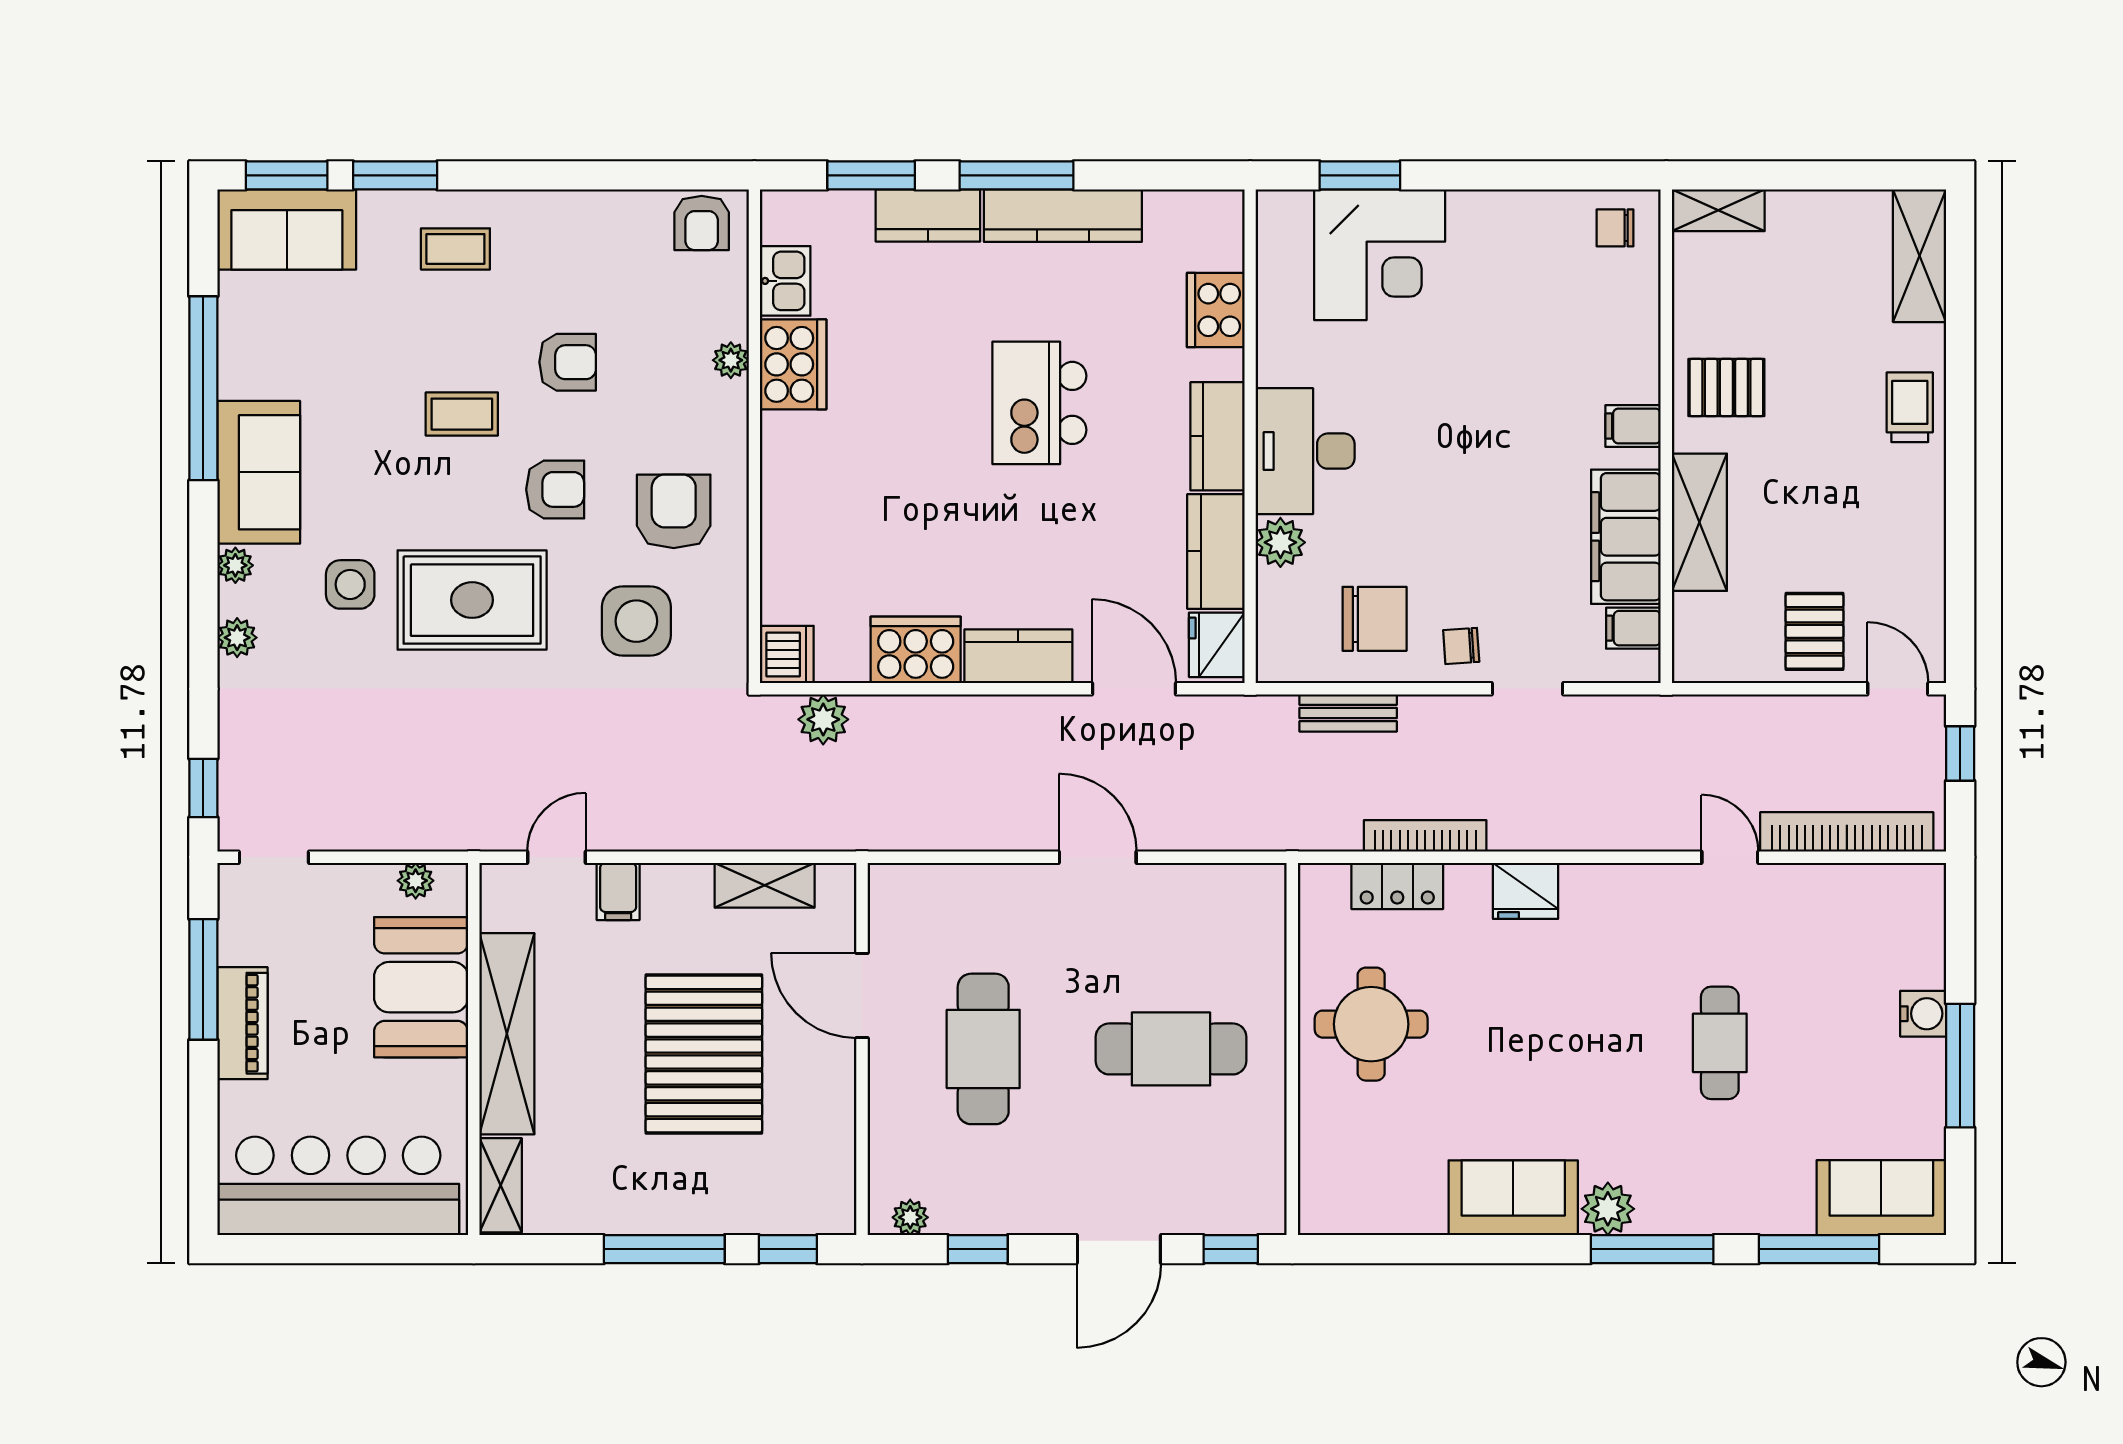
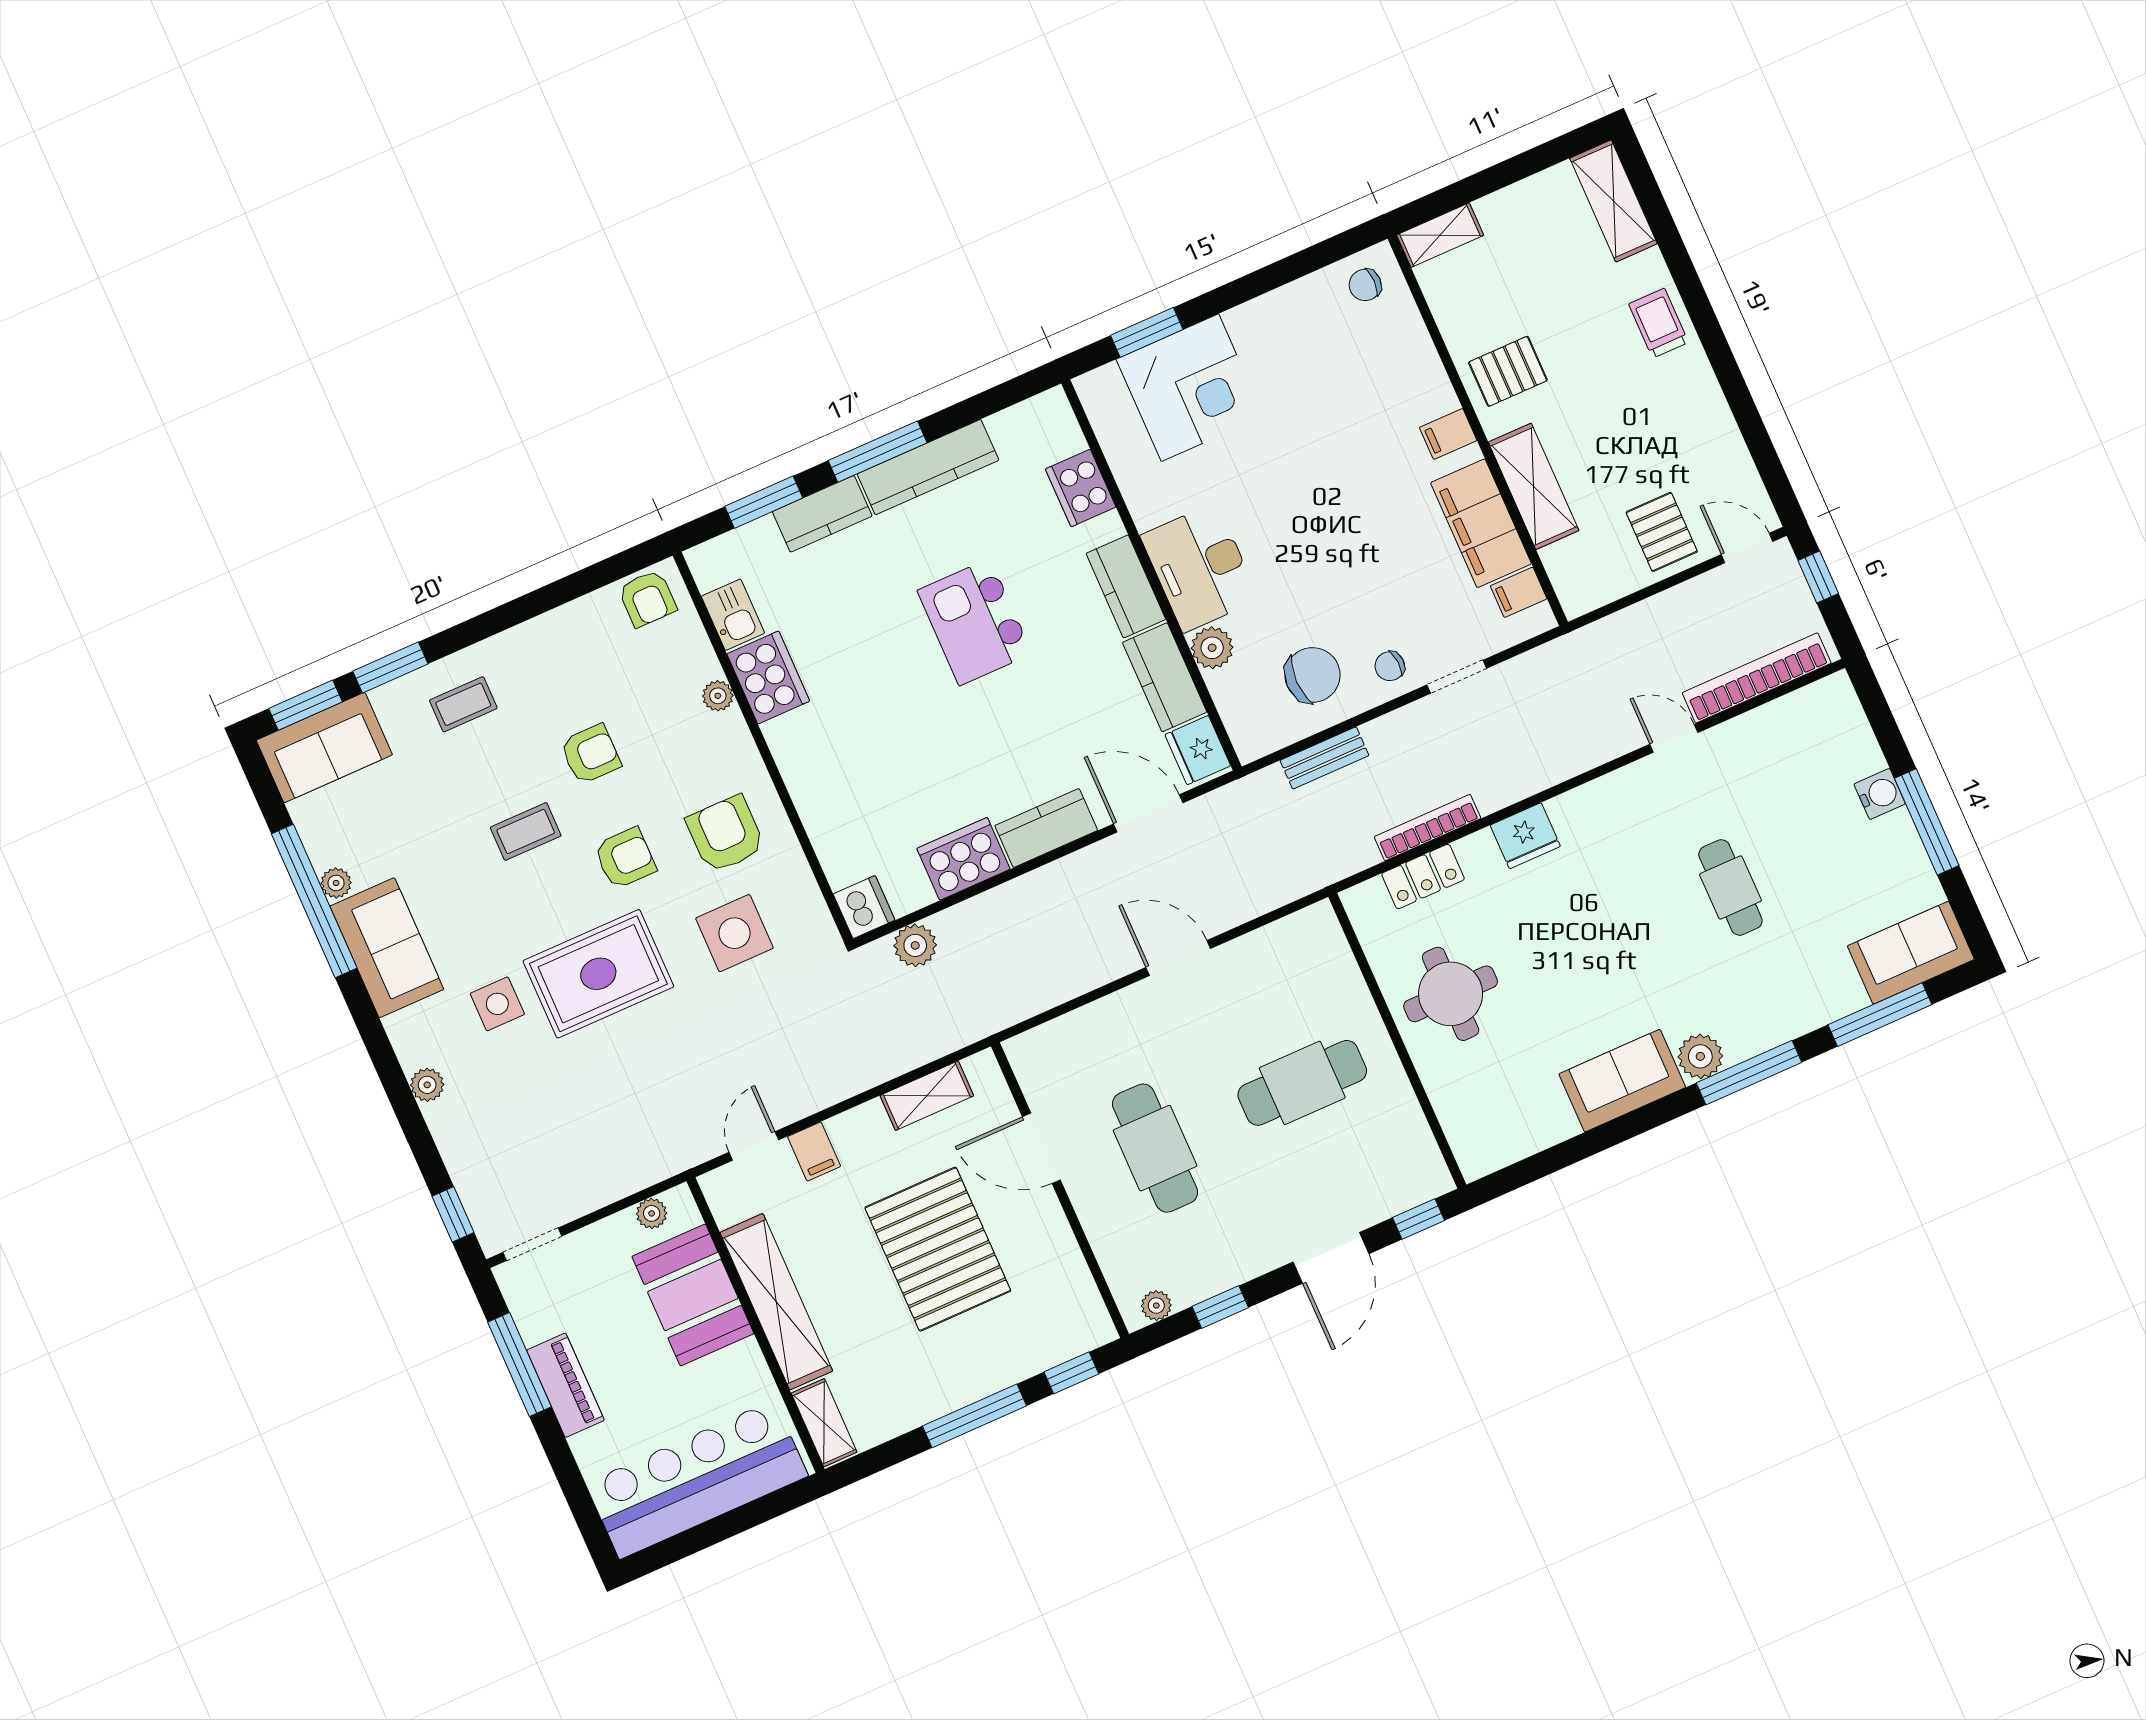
plant: (235, 565) -> (336, 883), moved

